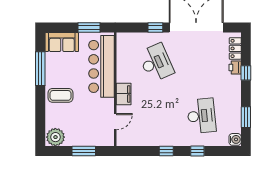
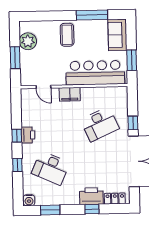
printer: (235, 68) -> (91, 196), width x1.87, depth x1.48
desk: (201, 116) -> (51, 168), turned 30
plant: (55, 137) -> (28, 41), moved
printer: (166, 139) -> (28, 135), added

